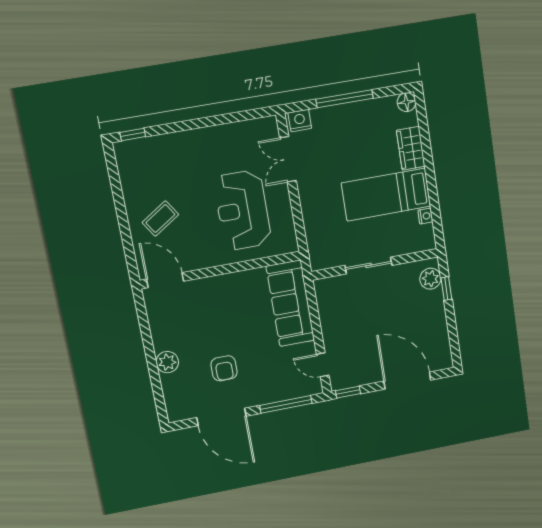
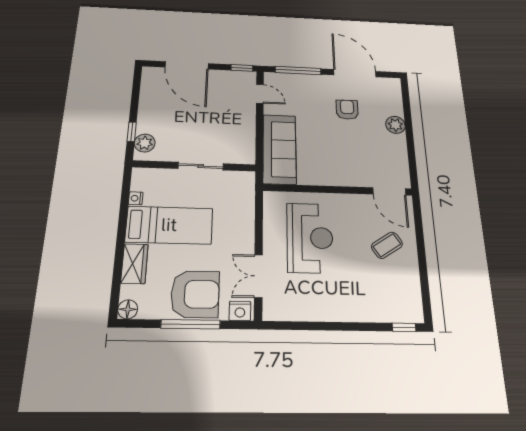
armchair: (346, 129) -> (195, 294), added
double door: (288, 159) -> (258, 276), swing flipped

